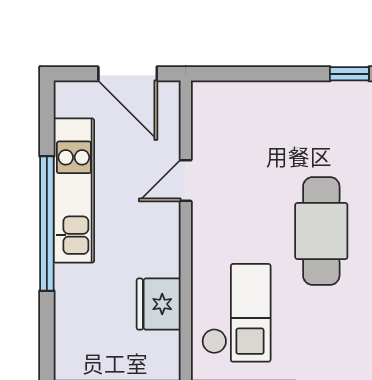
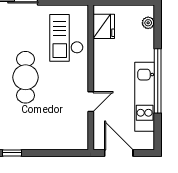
fridge: (159, 304) -> (104, 26), moved
plant: (66, 344) -> (148, 23), added

